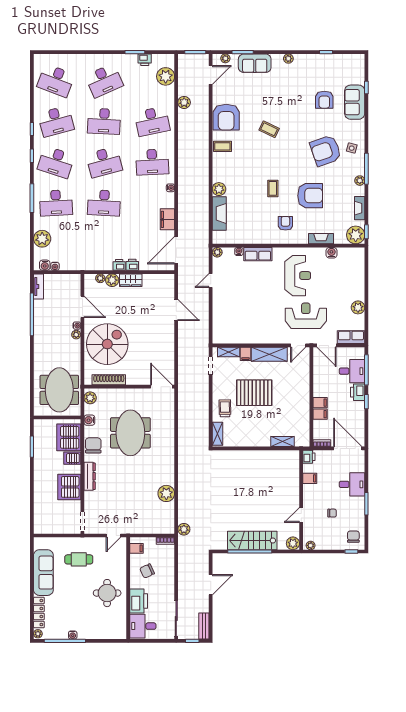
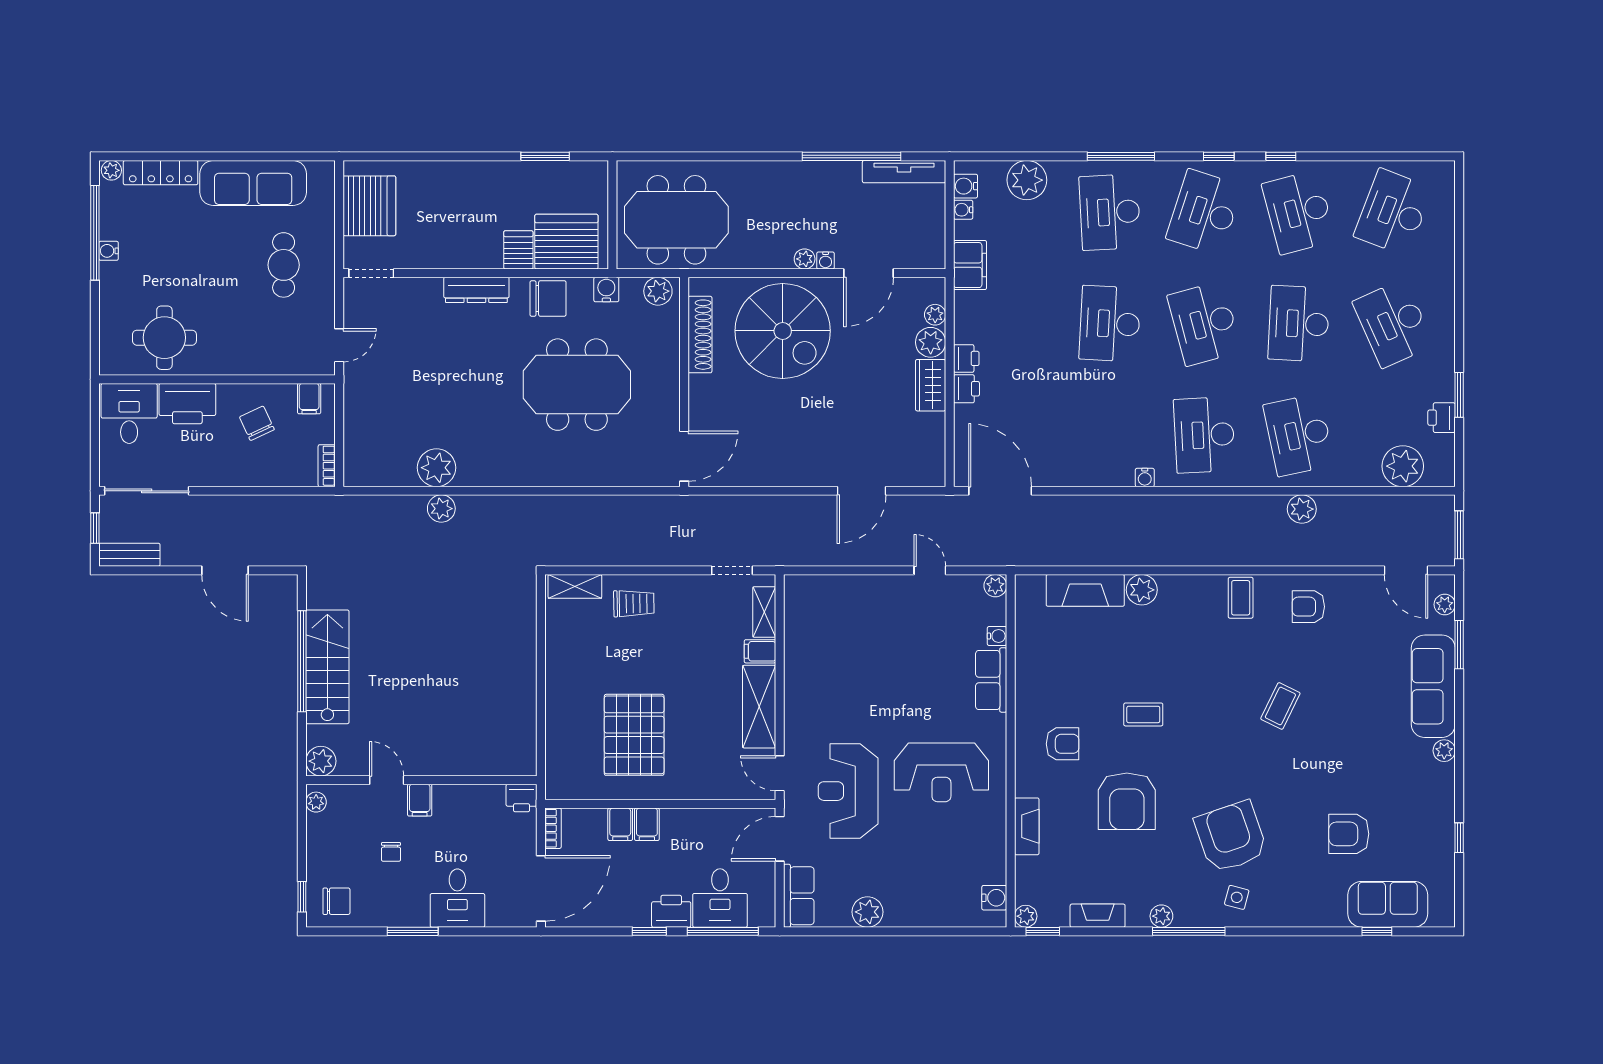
sofa: (255, 63) -> (1433, 686), width x1.36
plant: (184, 102) -> (1302, 509), moved
sofa: (355, 102) -> (1388, 904), moved
armchair: (226, 117) -> (1308, 607), width x0.53, depth x0.53
filing cabinet: (167, 219) -> (970, 265), moved, turned 90
plant: (356, 235) -> (1026, 916), width x0.53, depth x0.53
water cooler: (331, 253) -> (994, 898), moved
tv unit: (38, 286) -> (904, 172), width x1.41
reception desk: (306, 316) -> (848, 791), turned 180
pallet: (254, 393) -> (634, 735), moved
shelving: (283, 441) -> (557, 737), removed
filing cabinet: (310, 478) -> (420, 800), moved
server rack: (69, 487) -> (369, 206), moved, turned 90
plant: (184, 529) -> (441, 509), moved
door: (113, 535) -> (339, 345), swing flipped
round table: (107, 593) -> (164, 338), moved

